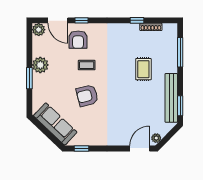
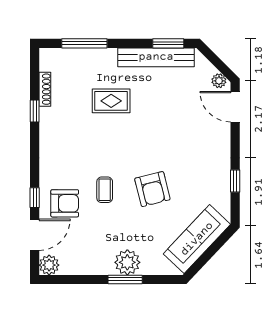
plant: (40, 65) -> (127, 262), moved
window: (81, 148) -> (235, 181), moved

